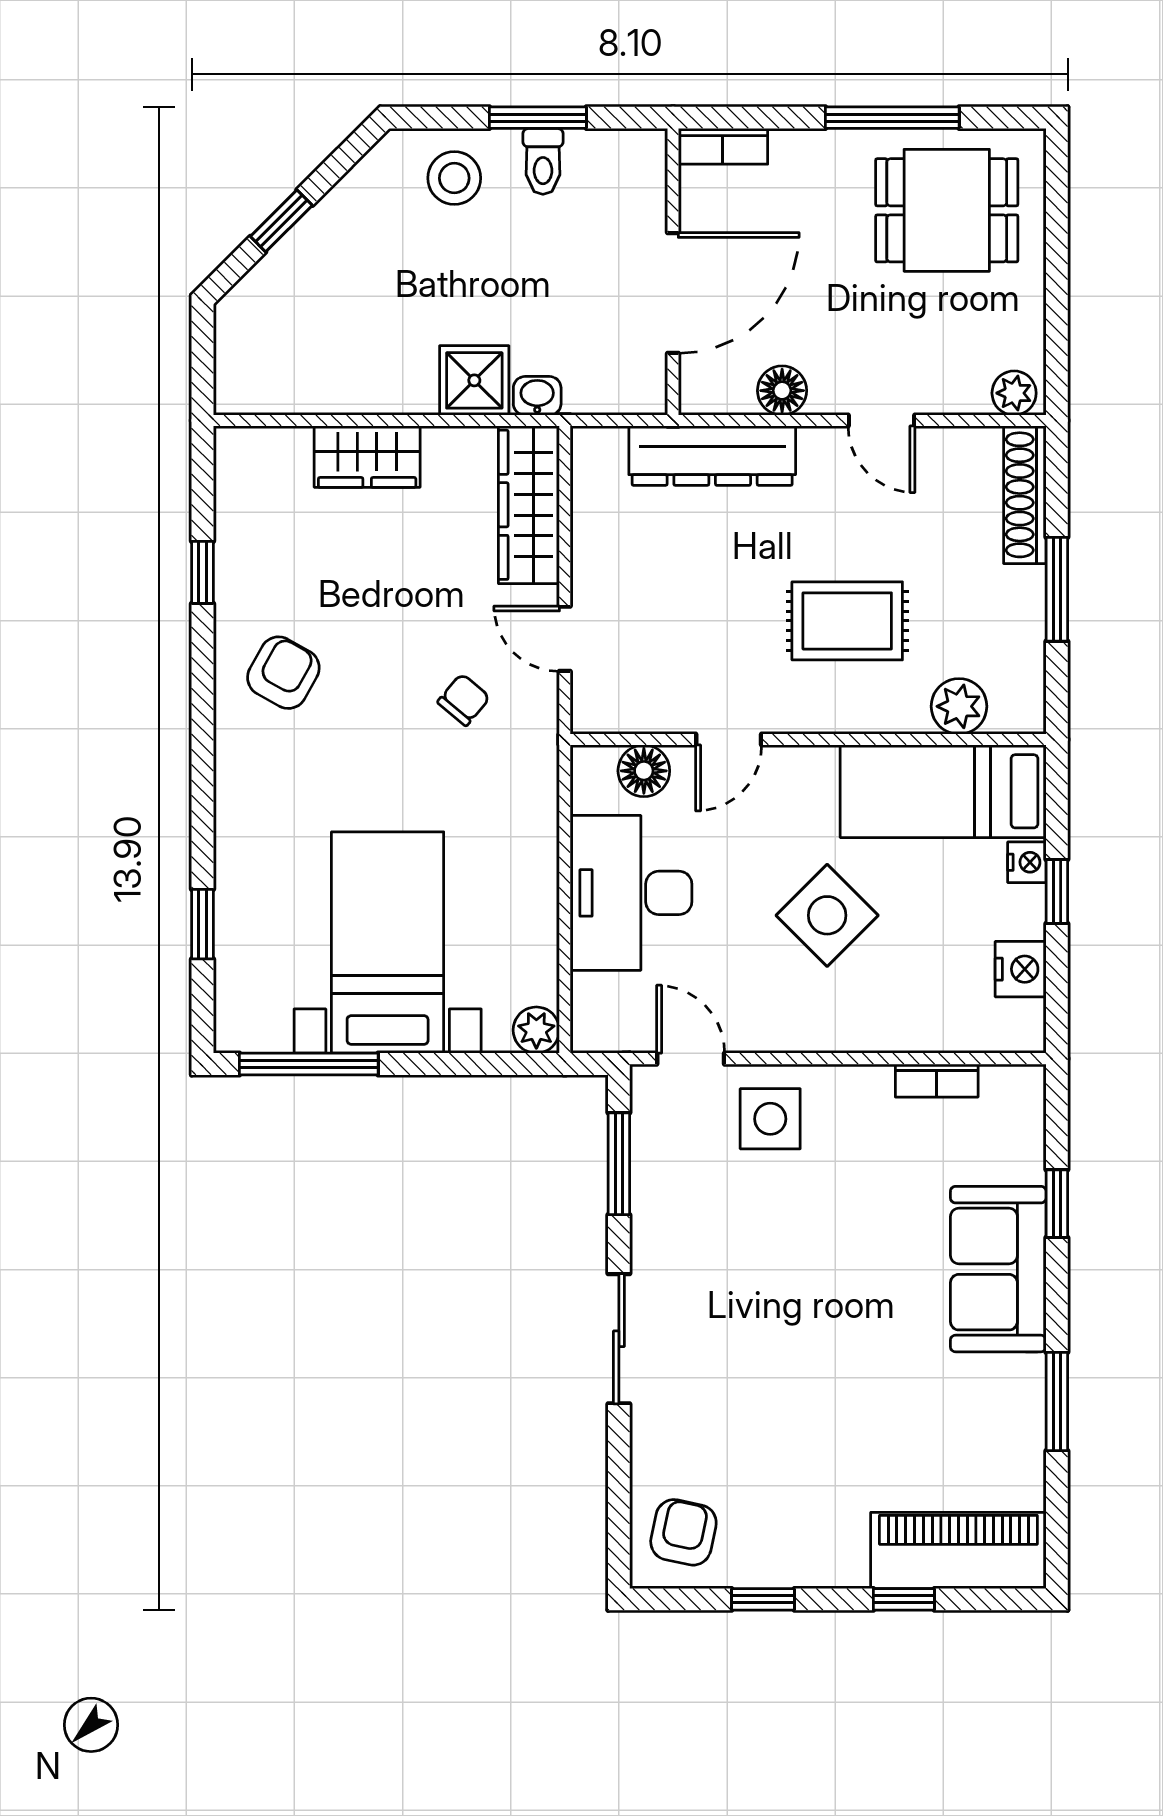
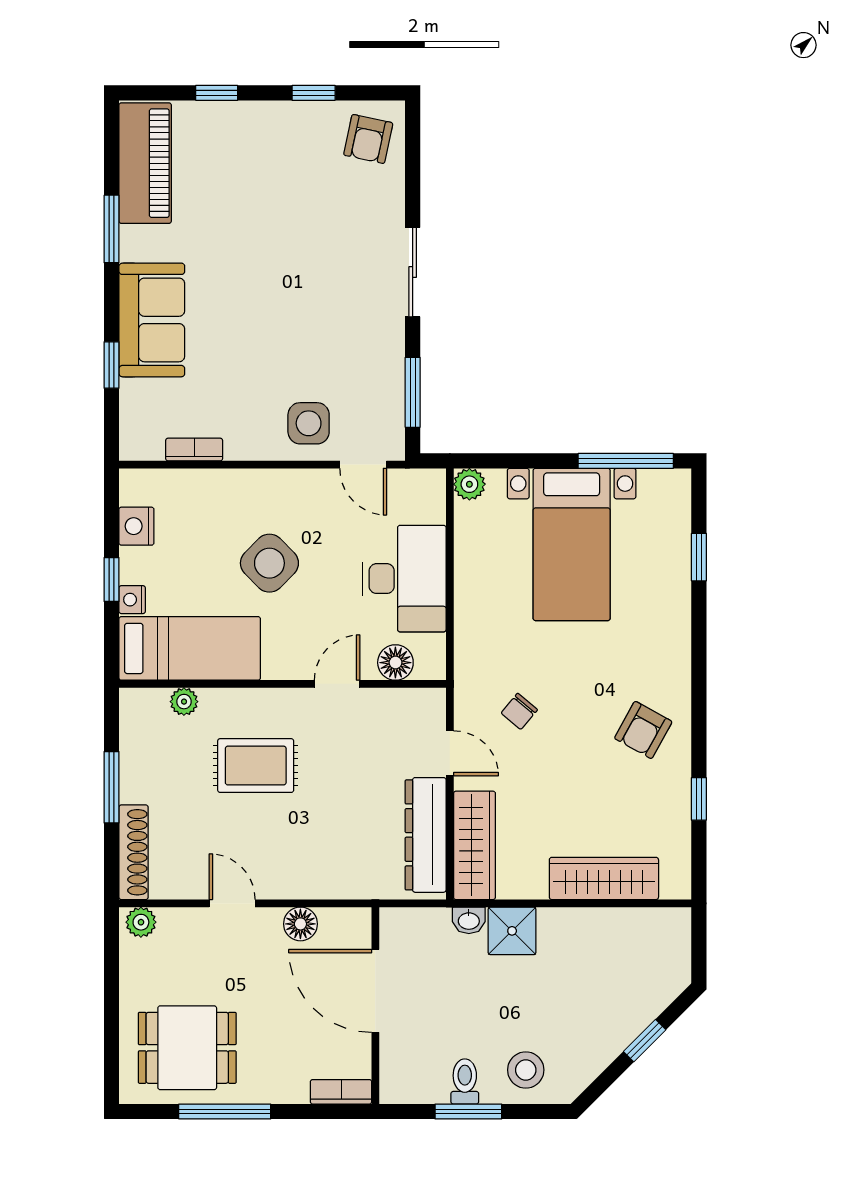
door: (673, 293) -> (375, 991), hinge flipped
dresser: (712, 456) -> (426, 835), moved, turned -90
wardrobe: (367, 457) -> (604, 878), width x1.50
plant: (959, 706) -> (184, 702), width x0.73, depth x0.73
piano: (958, 1550) -> (145, 163), moved, turned -90

